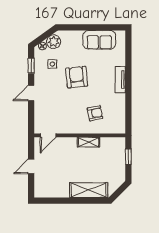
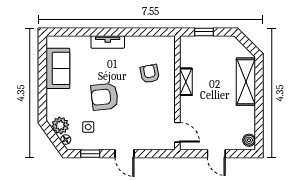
boiler: (42, 193) -> (249, 140), added

